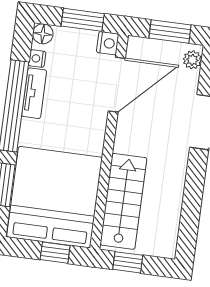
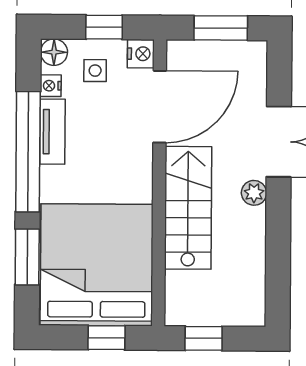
window: (83, 20) -> (104, 27), width x0.67
side table: (72, 51) -> (95, 71), added
plant: (192, 60) -> (254, 193), moved
stairs: (123, 201) -> (188, 208), moved

